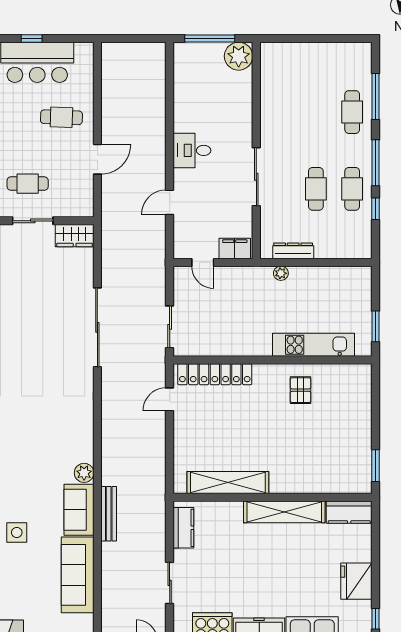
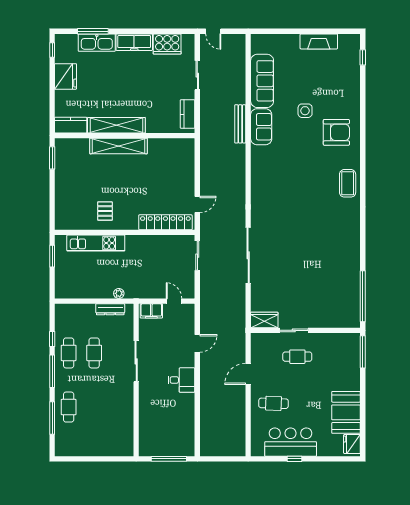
plant: (239, 56) -> (149, 446), removed
plant: (84, 473) -> (258, 153), removed
shelving: (228, 482) -> (118, 146), moved

